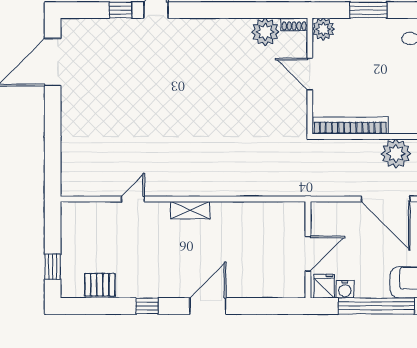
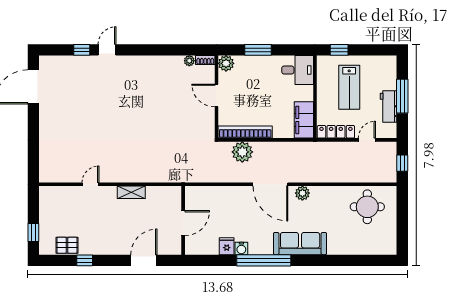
plant: (265, 32) -> (189, 61), width x0.53, depth x0.53
plant: (396, 154) -> (242, 152), moved
wall: (308, 250) -> (183, 220), moved
door: (308, 254) -> (183, 223), moved
window: (147, 306) -> (85, 260), moved

